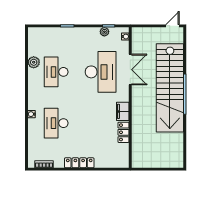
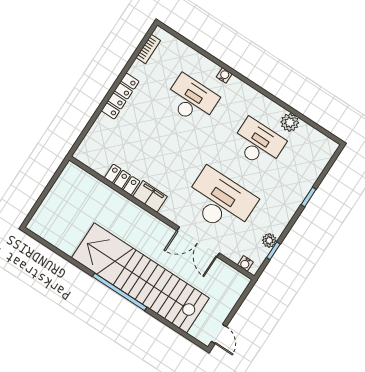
desk: (101, 72) -> (220, 201), turned 180

